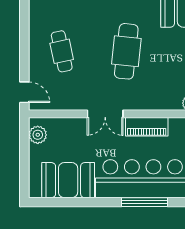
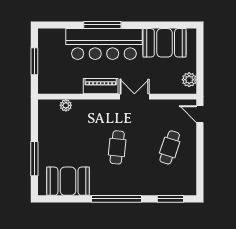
cafe table: (62, 51) -> (170, 147), turned 30
cafe table: (126, 51) -> (117, 147), width x0.73, depth x0.74

